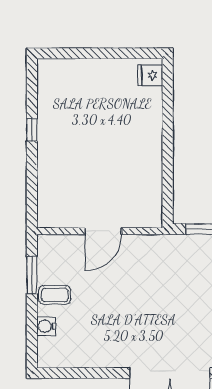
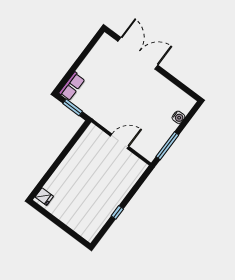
window: (32, 275) -> (167, 146), width x1.44
coffee table: (55, 295) -> (164, 129), removed

